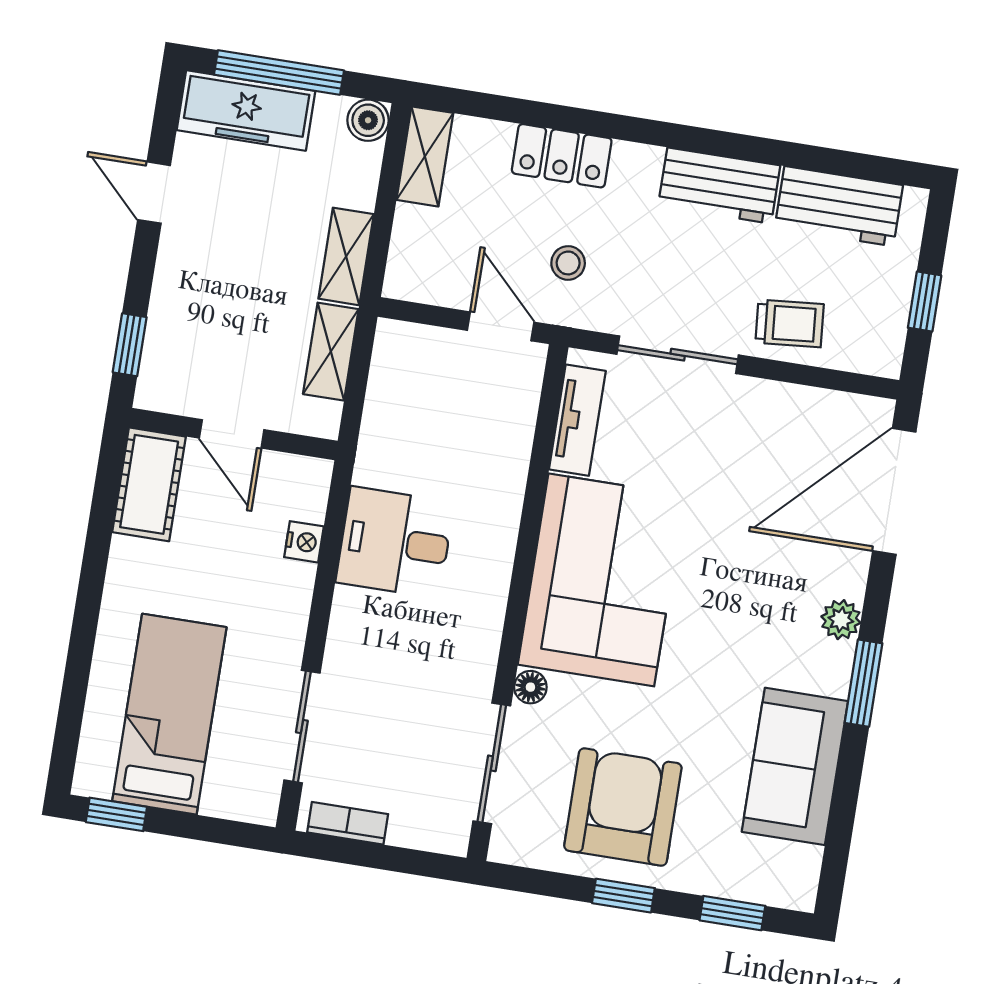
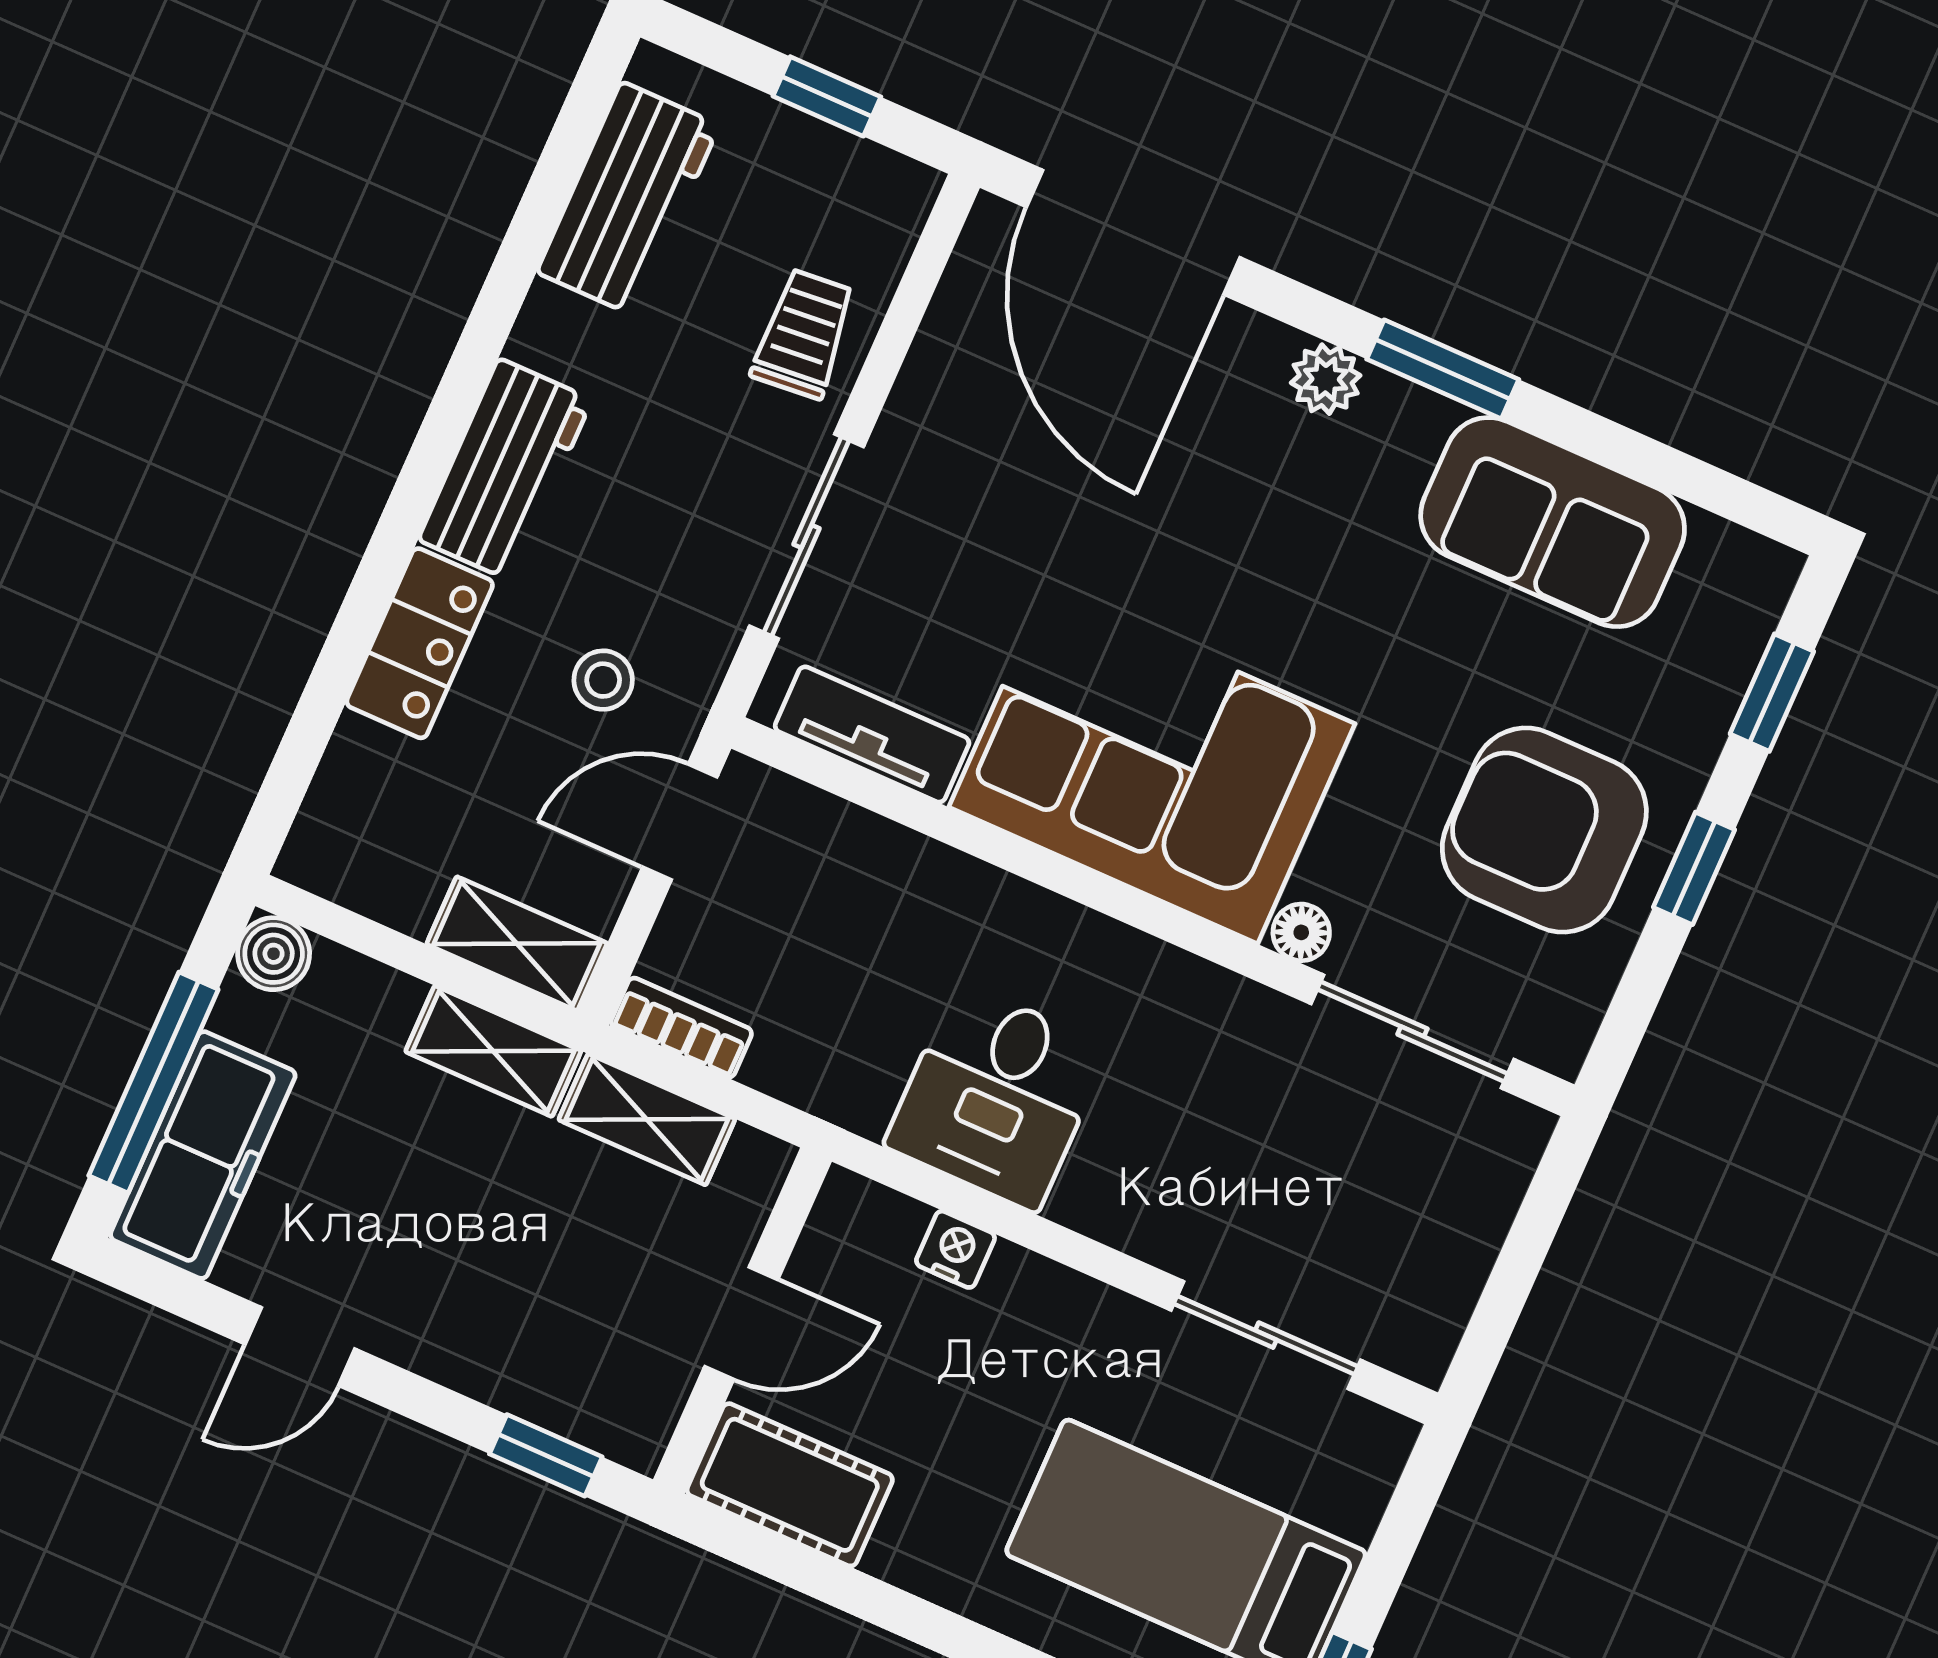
shelving: (425, 156) -> (517, 944), moved
workbench: (719, 186) -> (505, 470), moved
bookcase: (348, 823) -> (681, 1028), moved, turned 90

